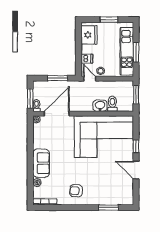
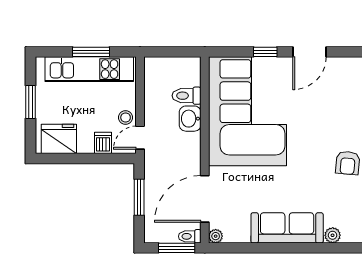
window: (136, 95) -> (170, 52), removed
door: (57, 114) -> (205, 199), hinge flipped
sofa: (41, 163) -> (287, 228), width x1.36

